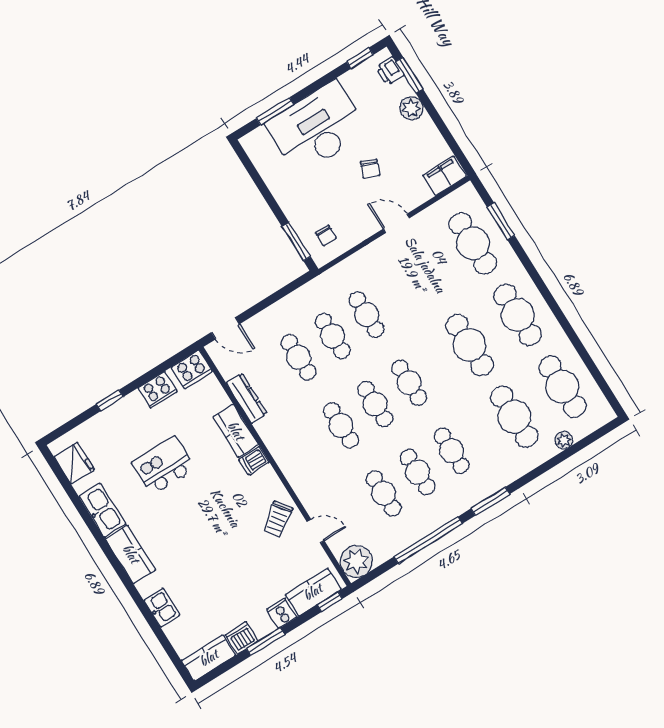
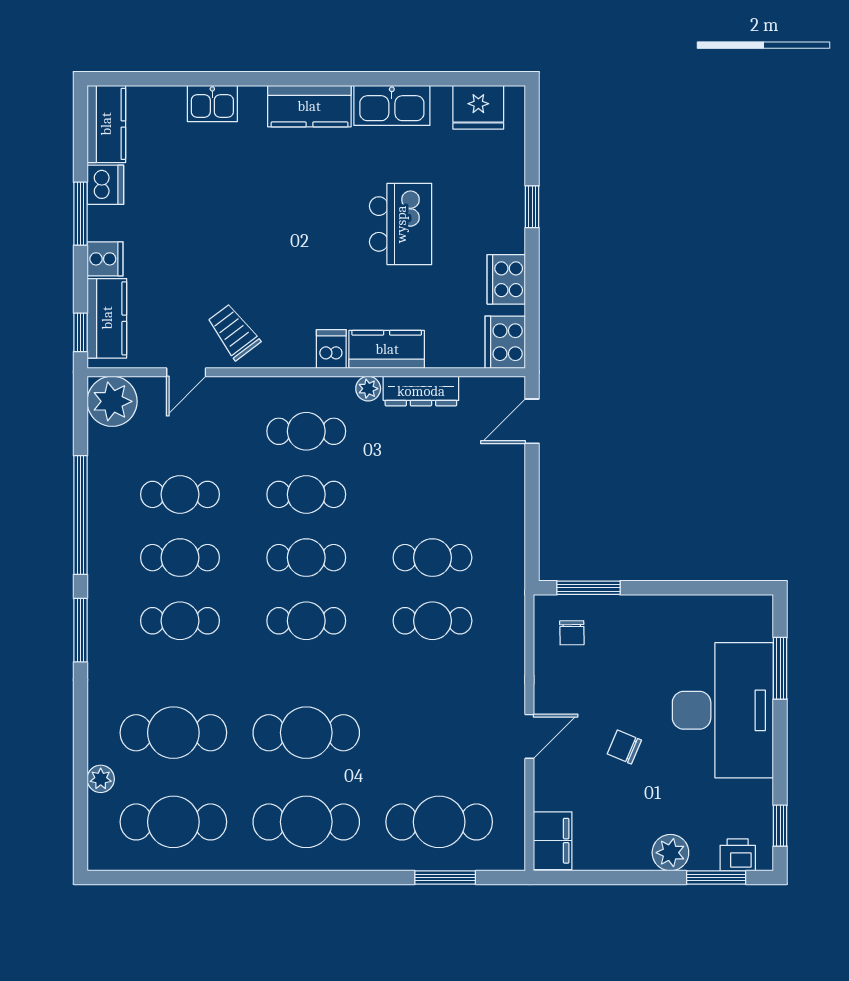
chair: (326, 235) -> (572, 633), turned -91
cafe table: (298, 357) -> (306, 431), moved
plant: (263, 428) -> (368, 389), added

